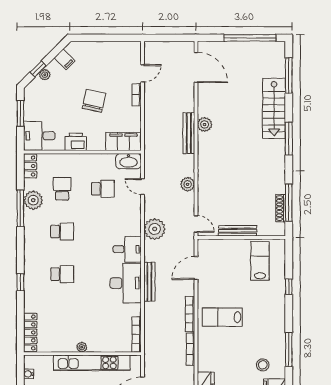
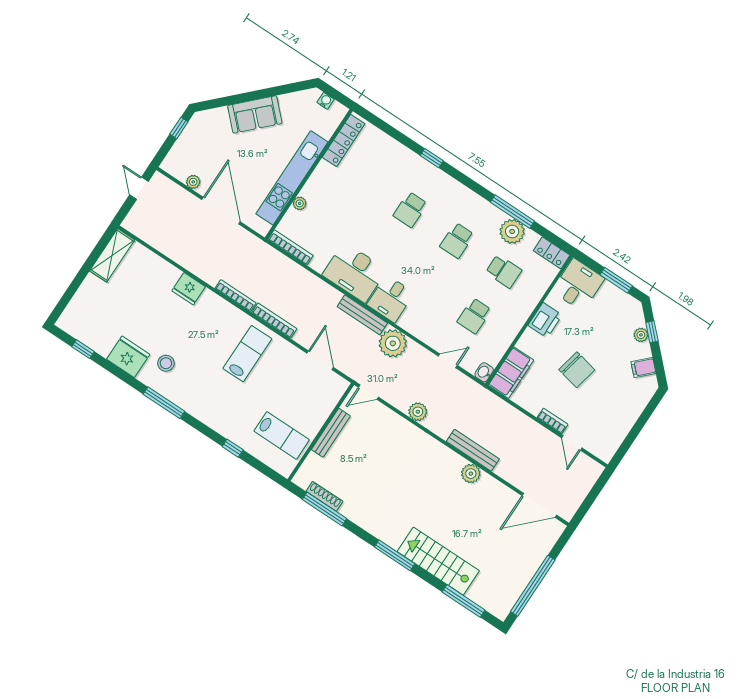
washbasin: (128, 161) -> (484, 372), width x0.52, depth x0.69
bench: (149, 282) -> (362, 315), moved
locker: (30, 332) -> (344, 140), moved, turned -90
plant: (82, 347) -> (300, 203), moved

